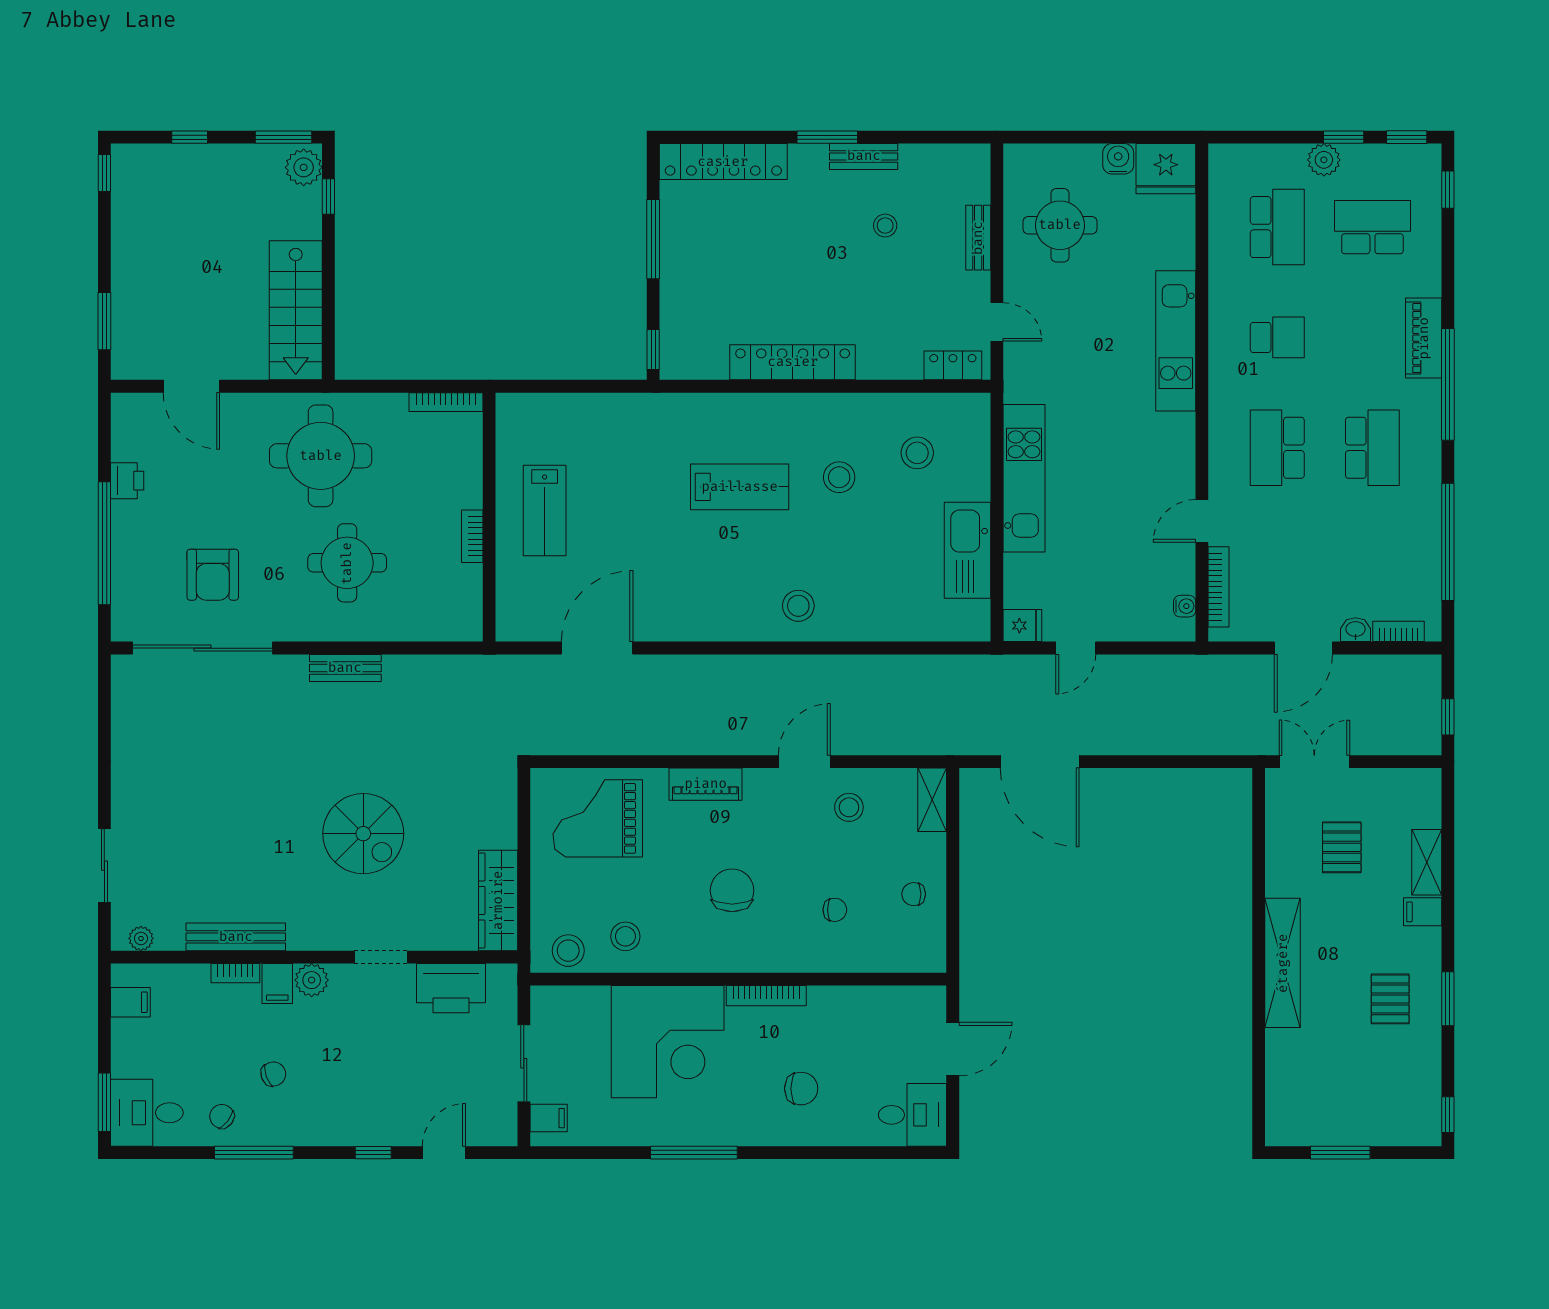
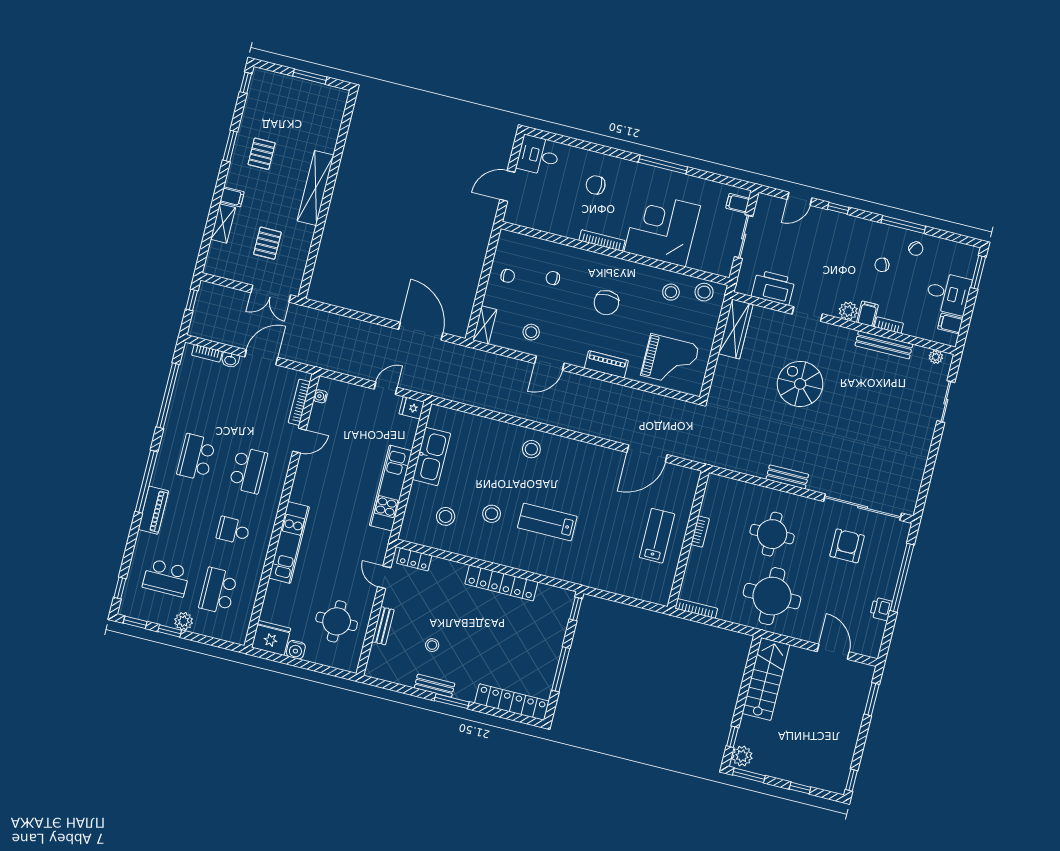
desk: (147, 1113) -> (948, 293), moved

